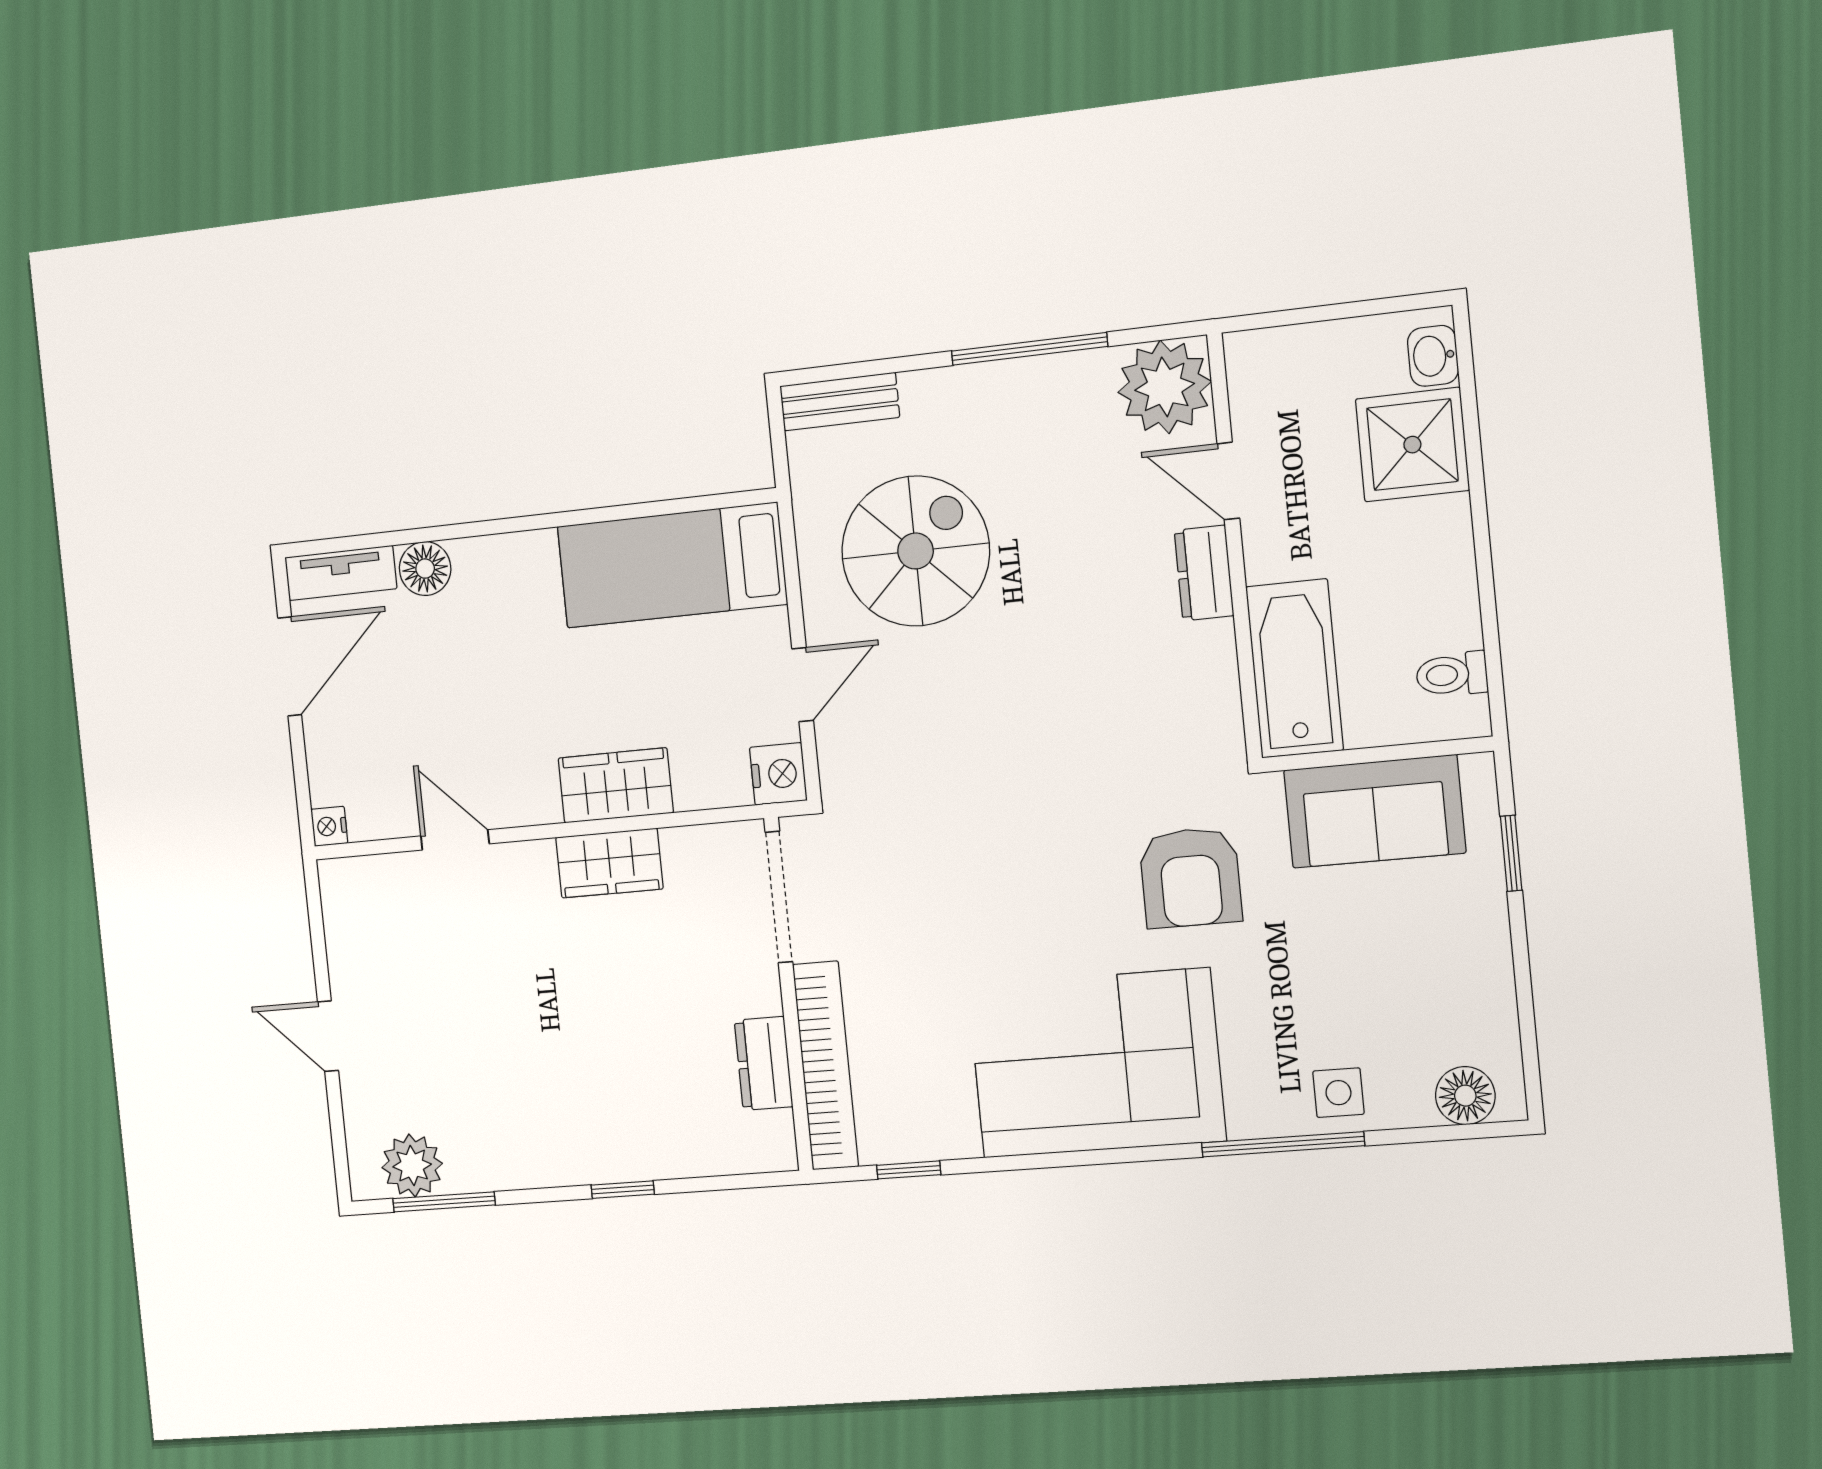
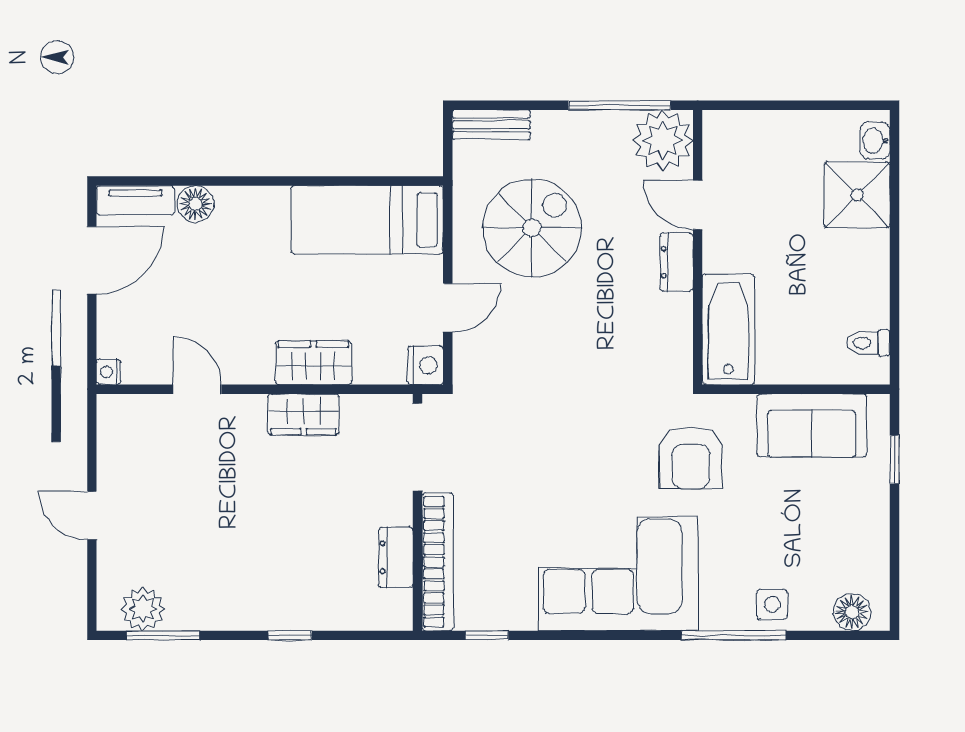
plant: (1165, 387) -> (663, 140), moved
door: (1228, 481) -> (698, 205), moved
wall: (1235, 546) -> (698, 247), moved
dresser: (1204, 573) -> (677, 262), moved
bathtub: (1295, 668) -> (728, 329), moved

